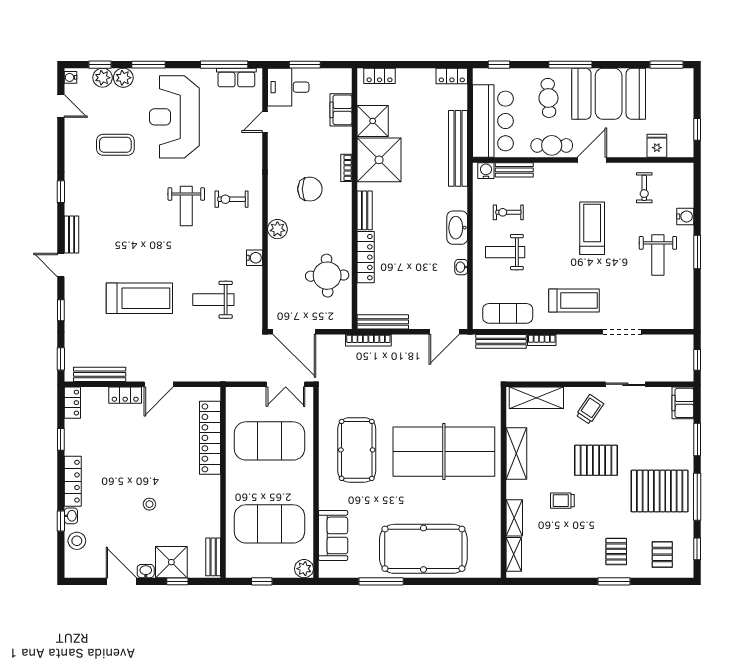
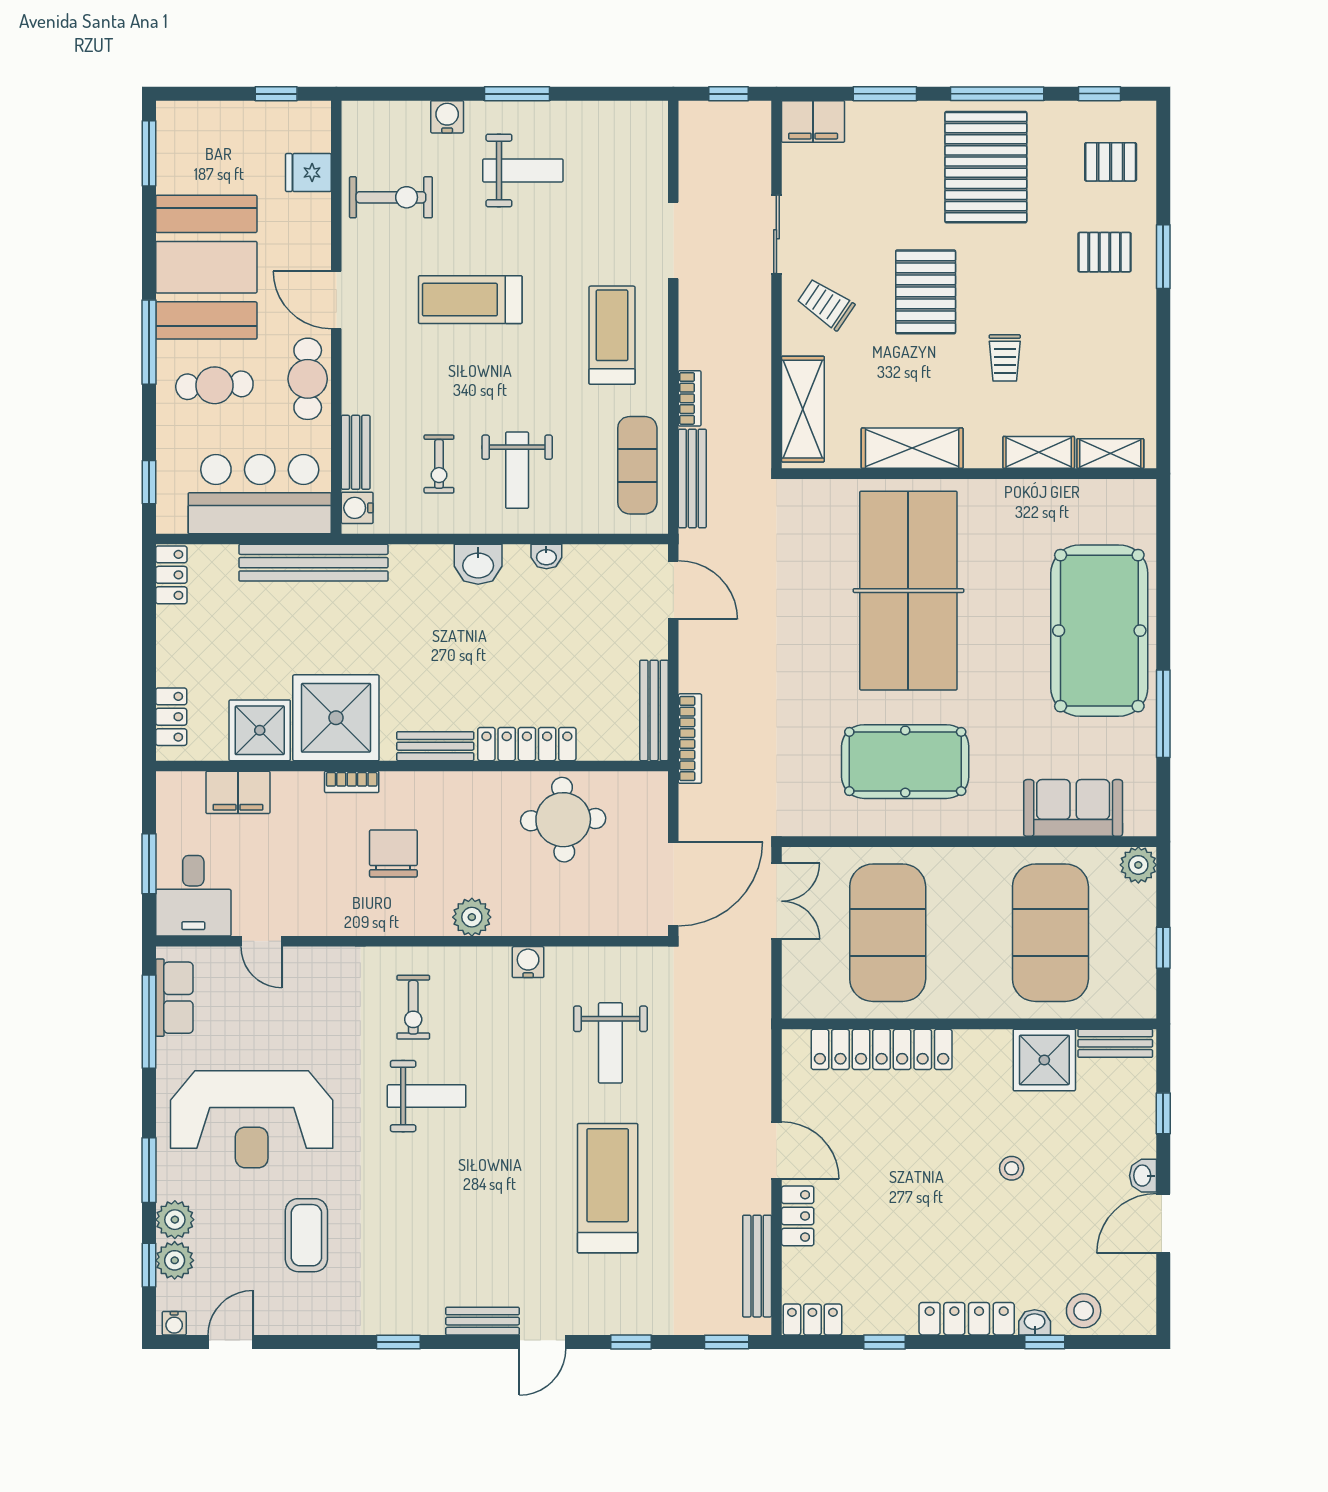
exercise bike: (644, 188) -> (391, 197), width x1.38, depth x1.39
washbasin: (457, 228) -> (478, 564), width x0.72
shower: (171, 562) -> (1044, 1060), moved

